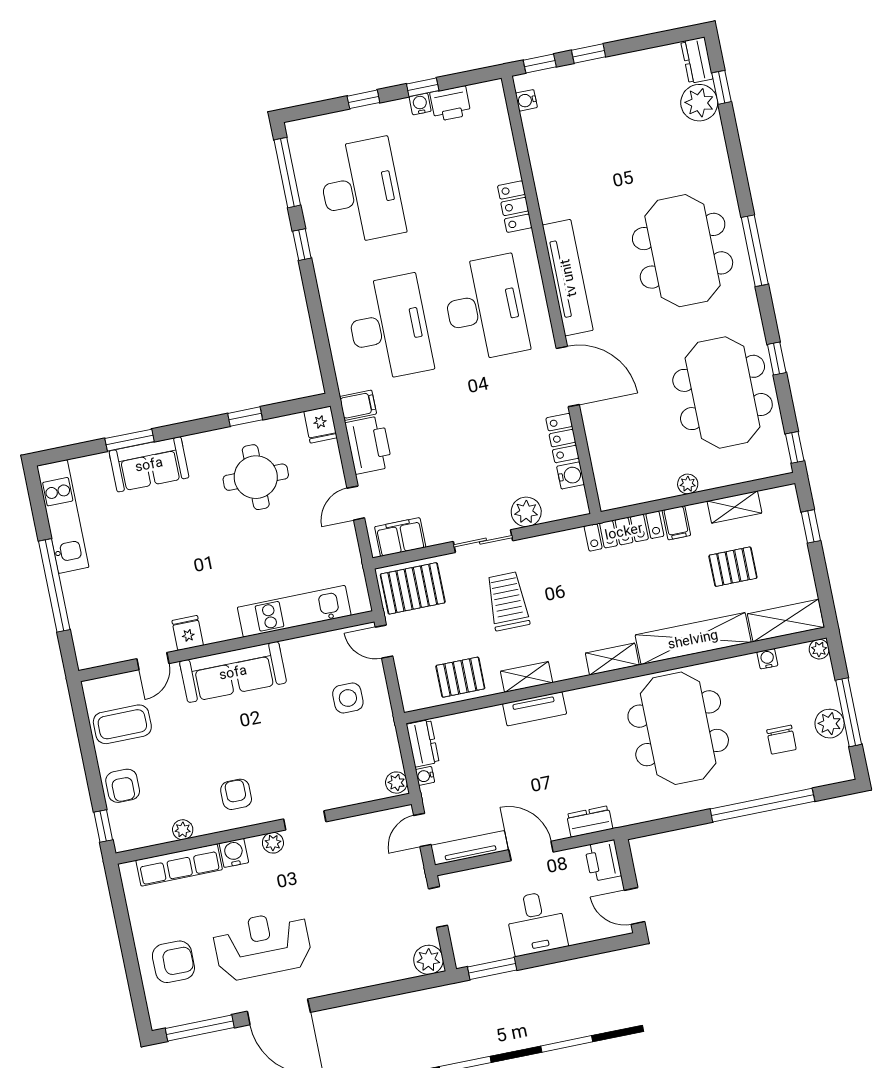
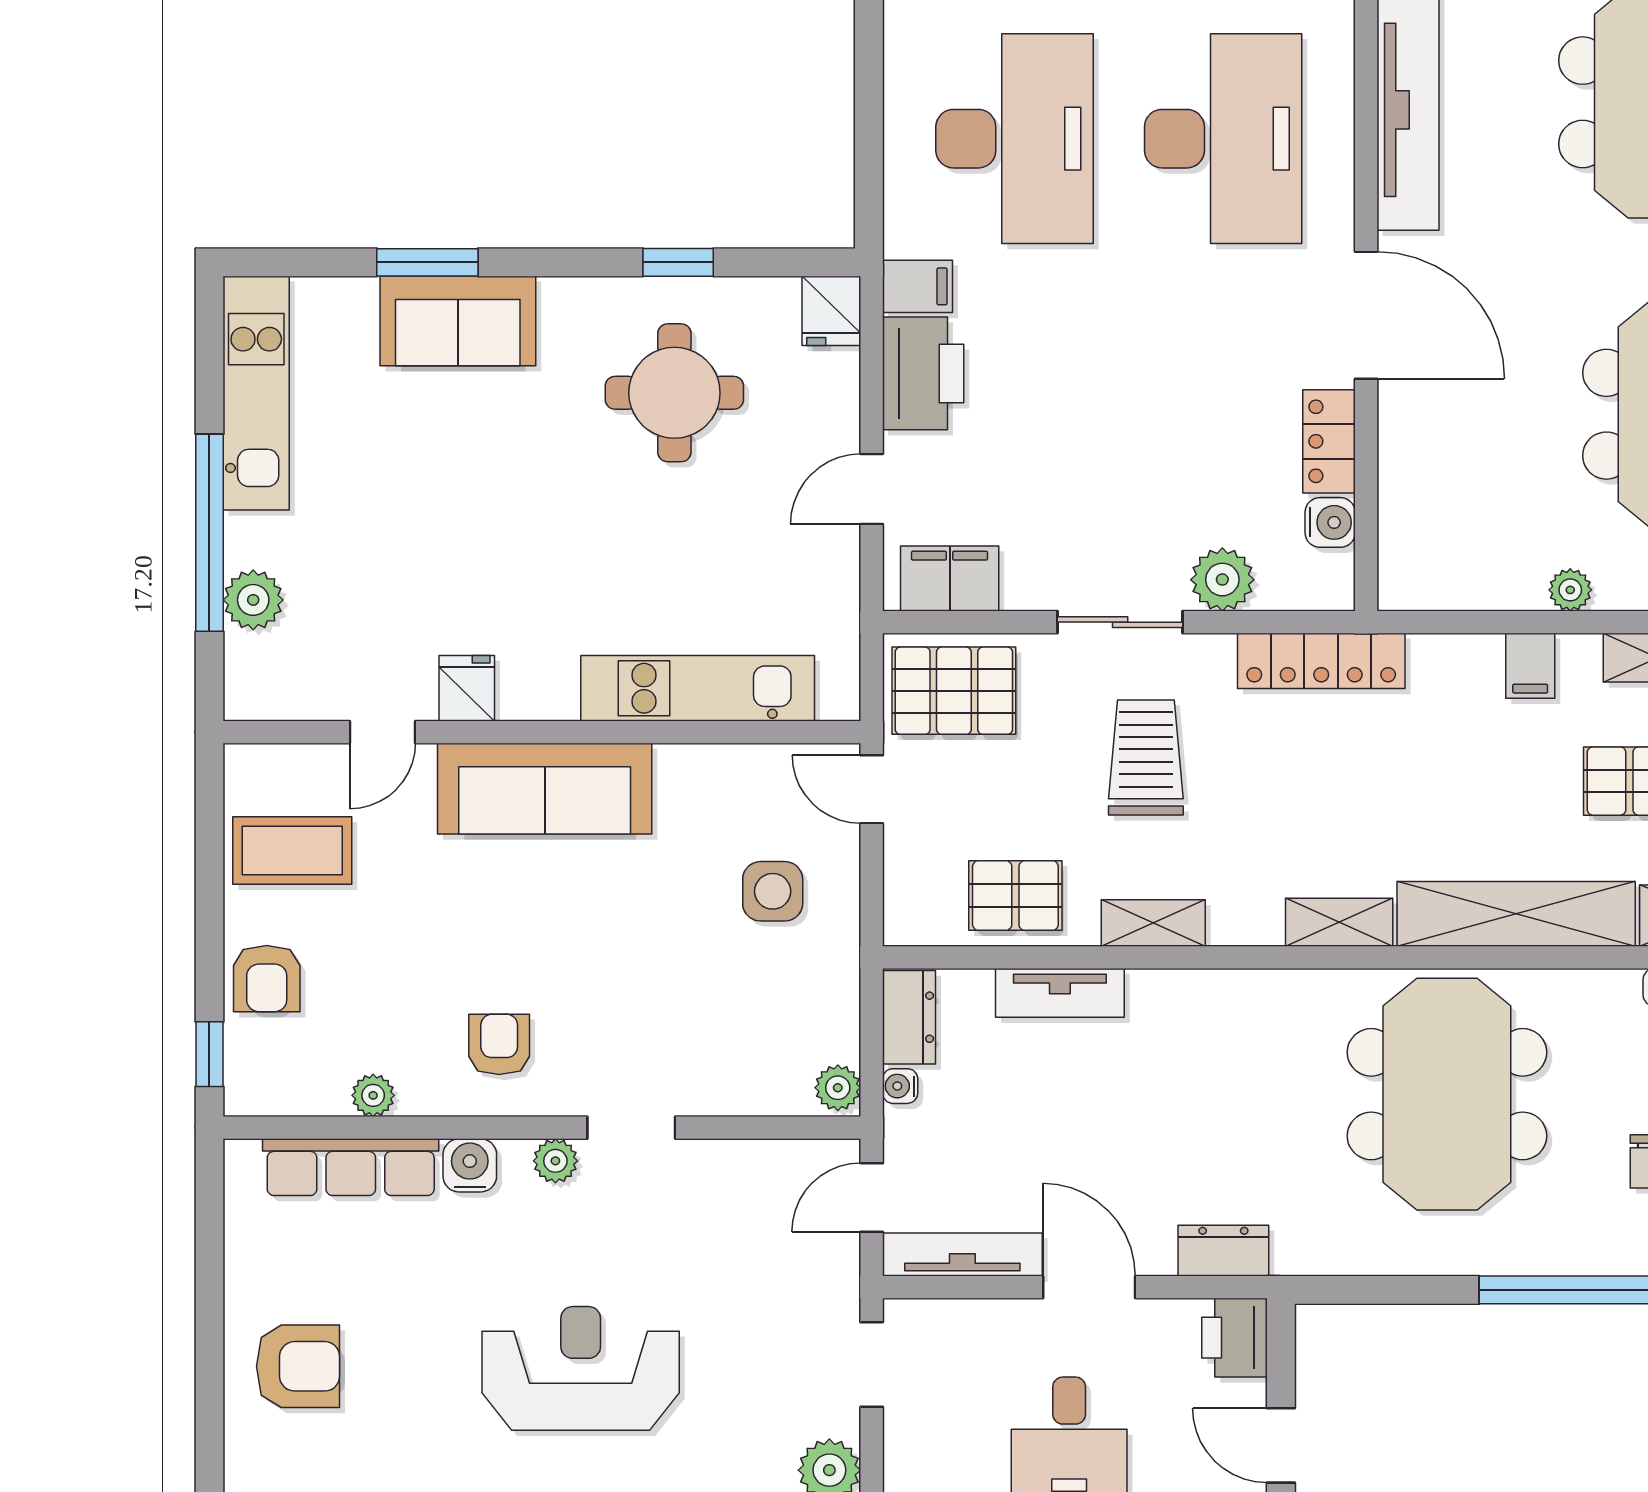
locker: (624, 531) -> (1321, 661), moved
plant: (81, 612) -> (253, 600), added
tv unit: (535, 709) -> (1060, 993), moved
reception desk: (262, 945) -> (581, 1368), moved

